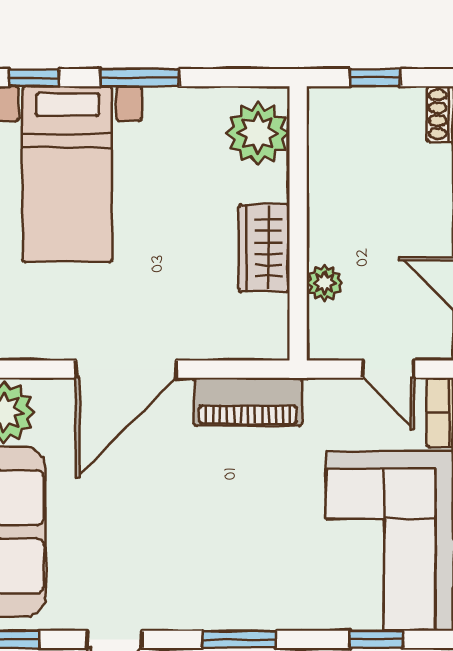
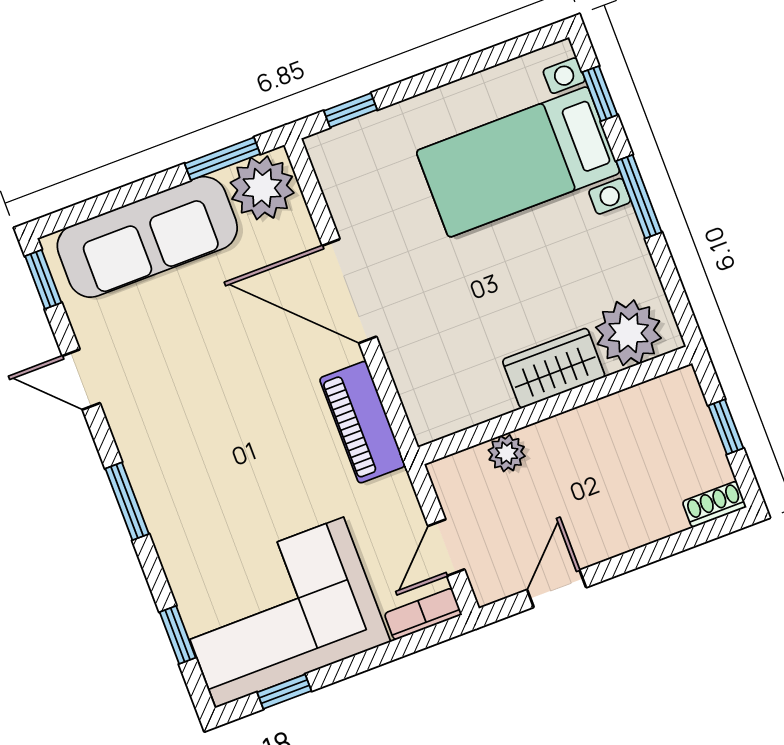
wardrobe: (264, 248) -> (554, 368), moved

